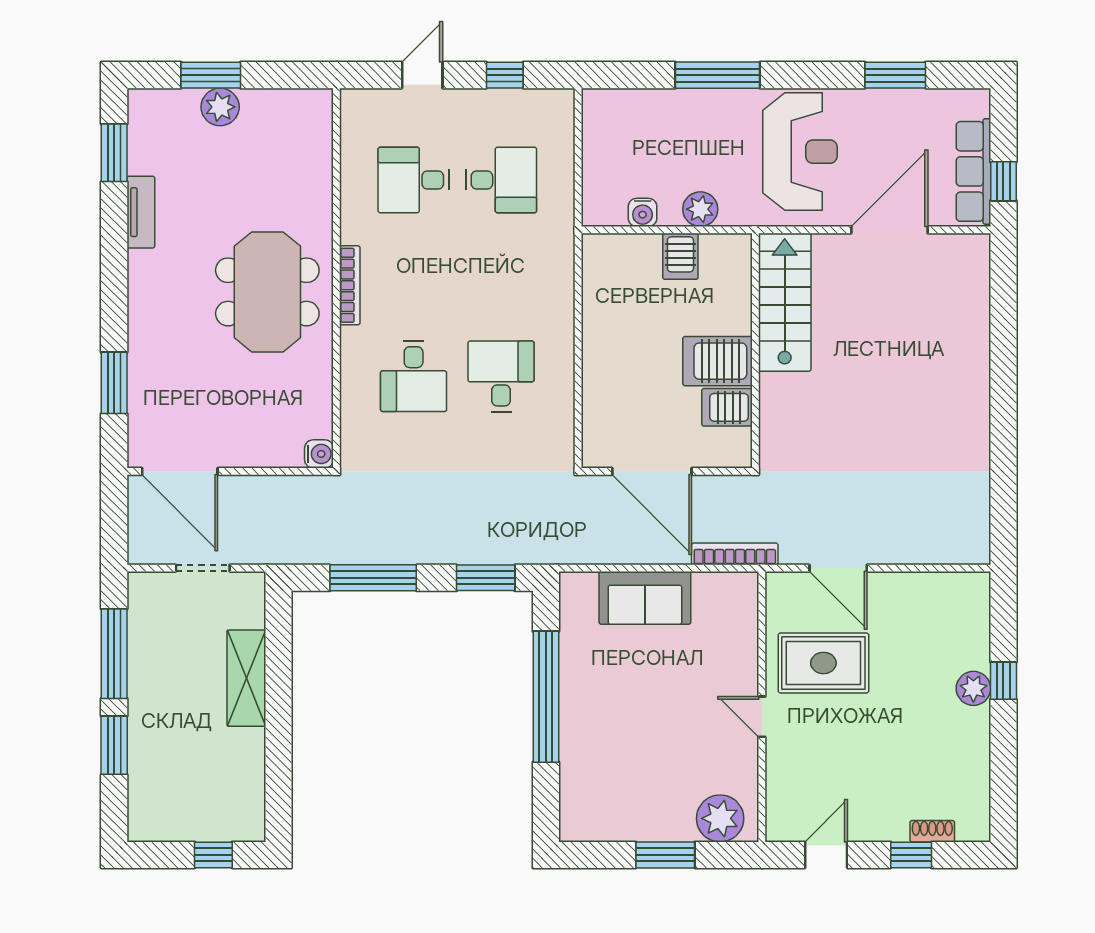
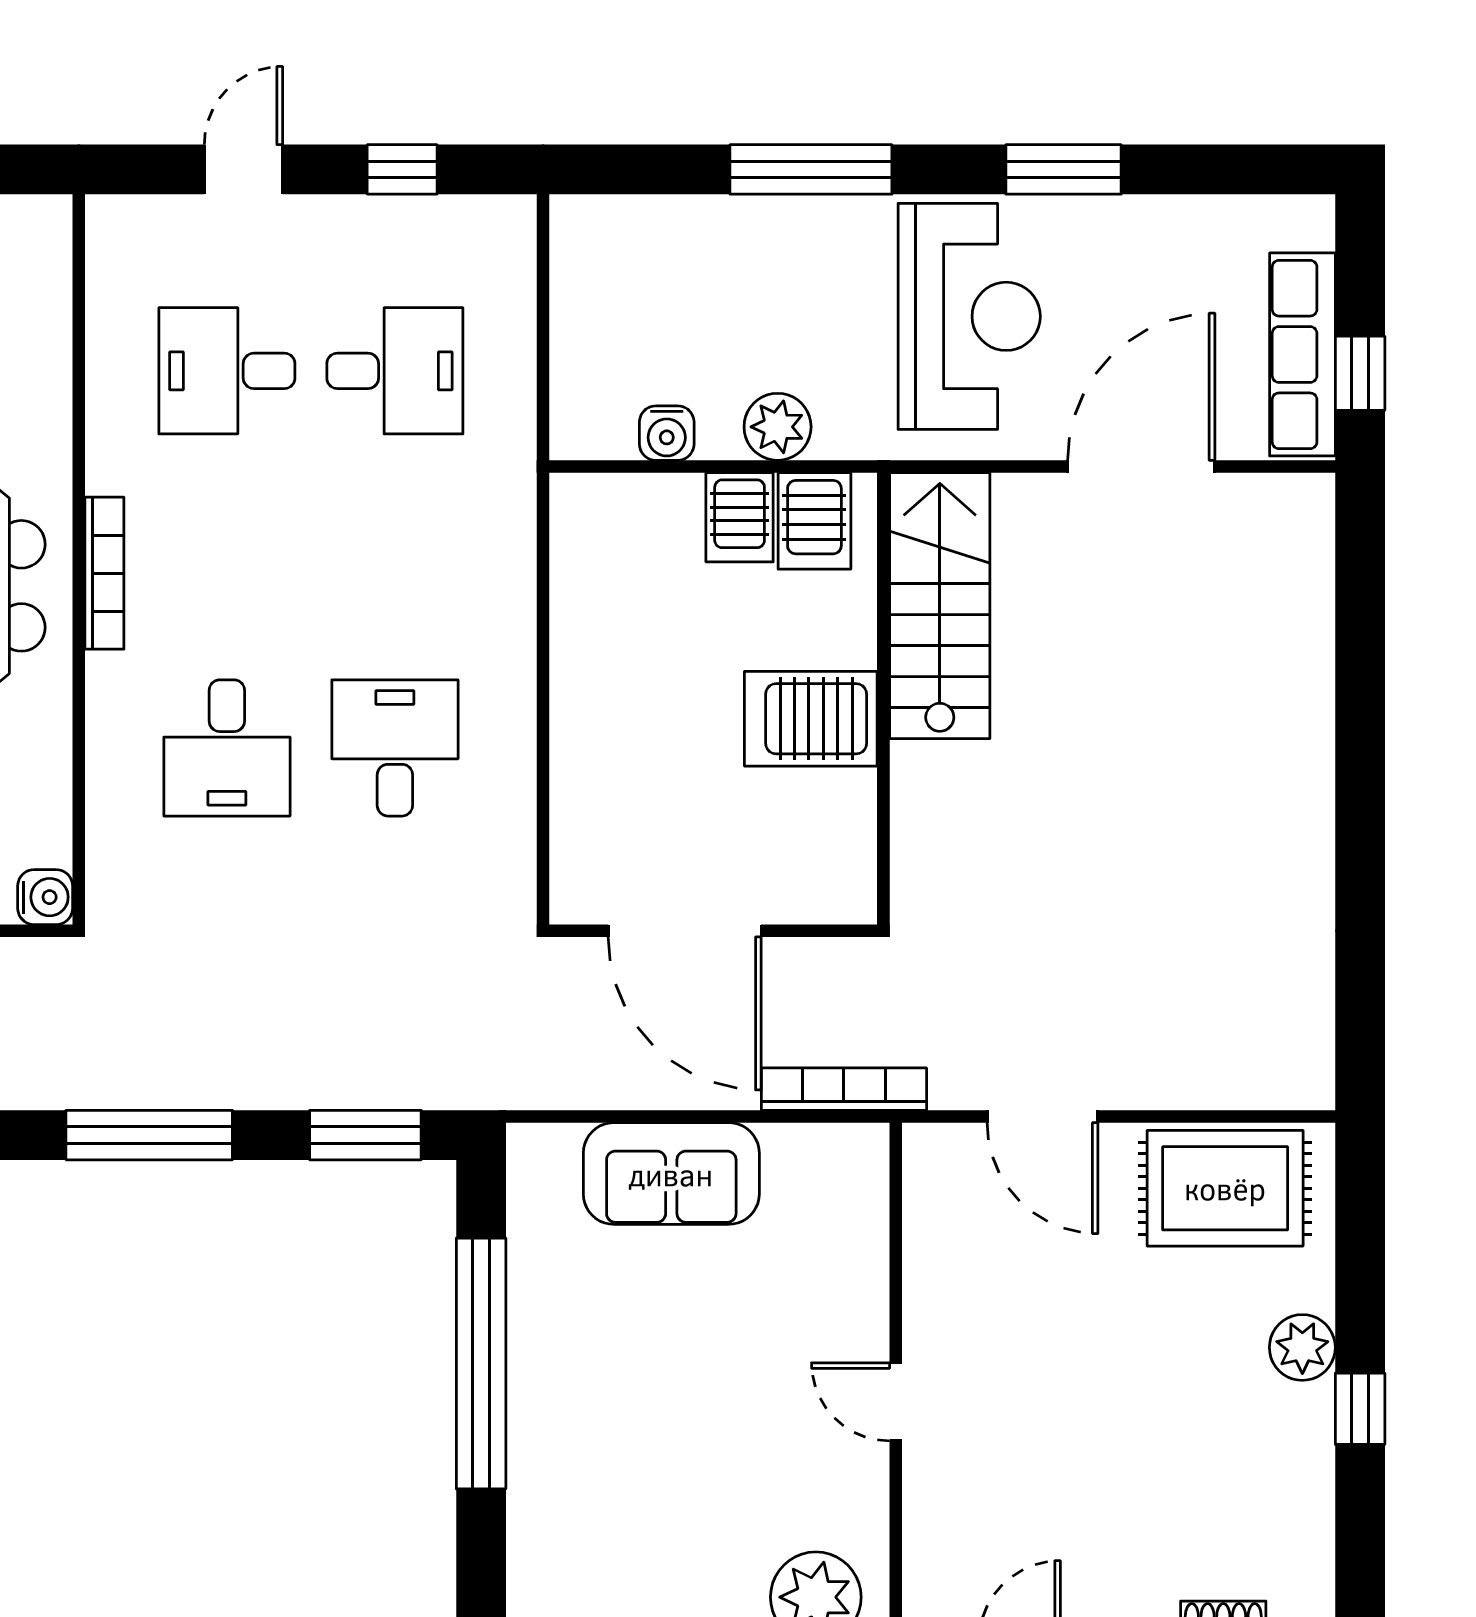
window: (895, 75) -> (1063, 169), moved
server rack: (727, 407) -> (814, 521), moved, turned -90
rug: (823, 663) -> (1225, 1188), moved
window: (1003, 681) -> (1360, 1409), moved

